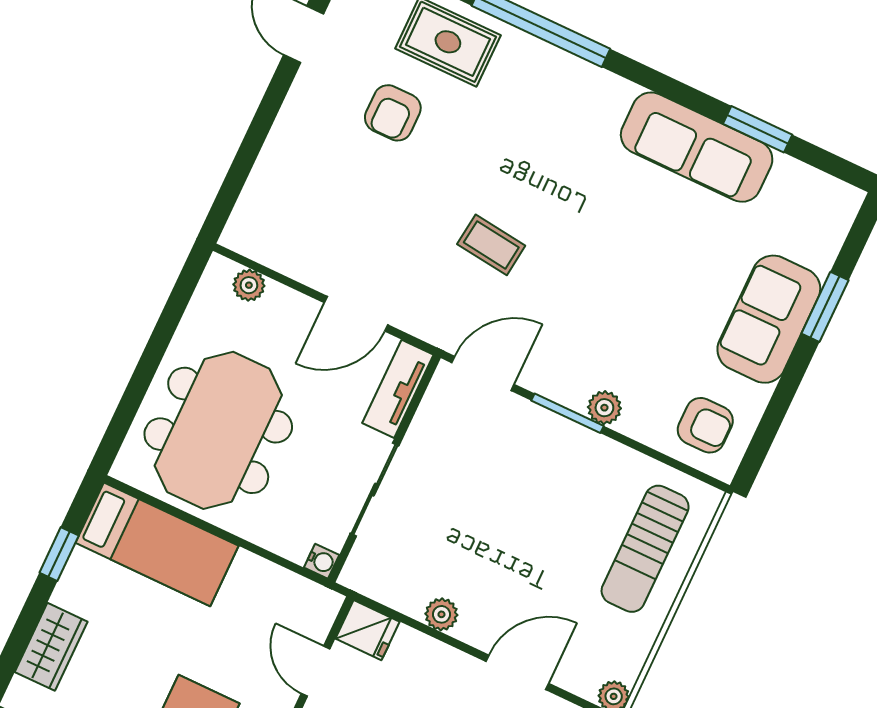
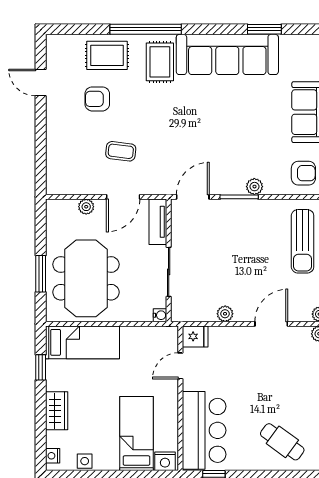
rug: (539, 99) -> (160, 62), added
armchair: (393, 113) -> (97, 99), turned 90
sofa: (697, 147) -> (227, 54), width x1.36, depth x1.27
coffee table: (491, 245) -> (121, 151), moved
plant: (249, 285) -> (86, 207), moved
window: (139, 383) -> (41, 274), added
door: (315, 671) -> (180, 366), hinge flipped

